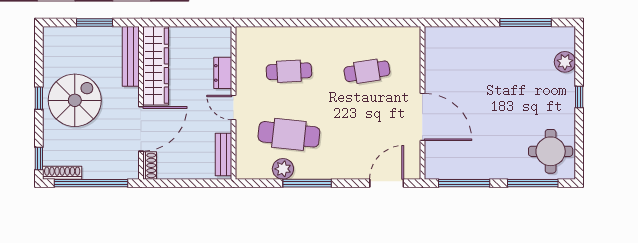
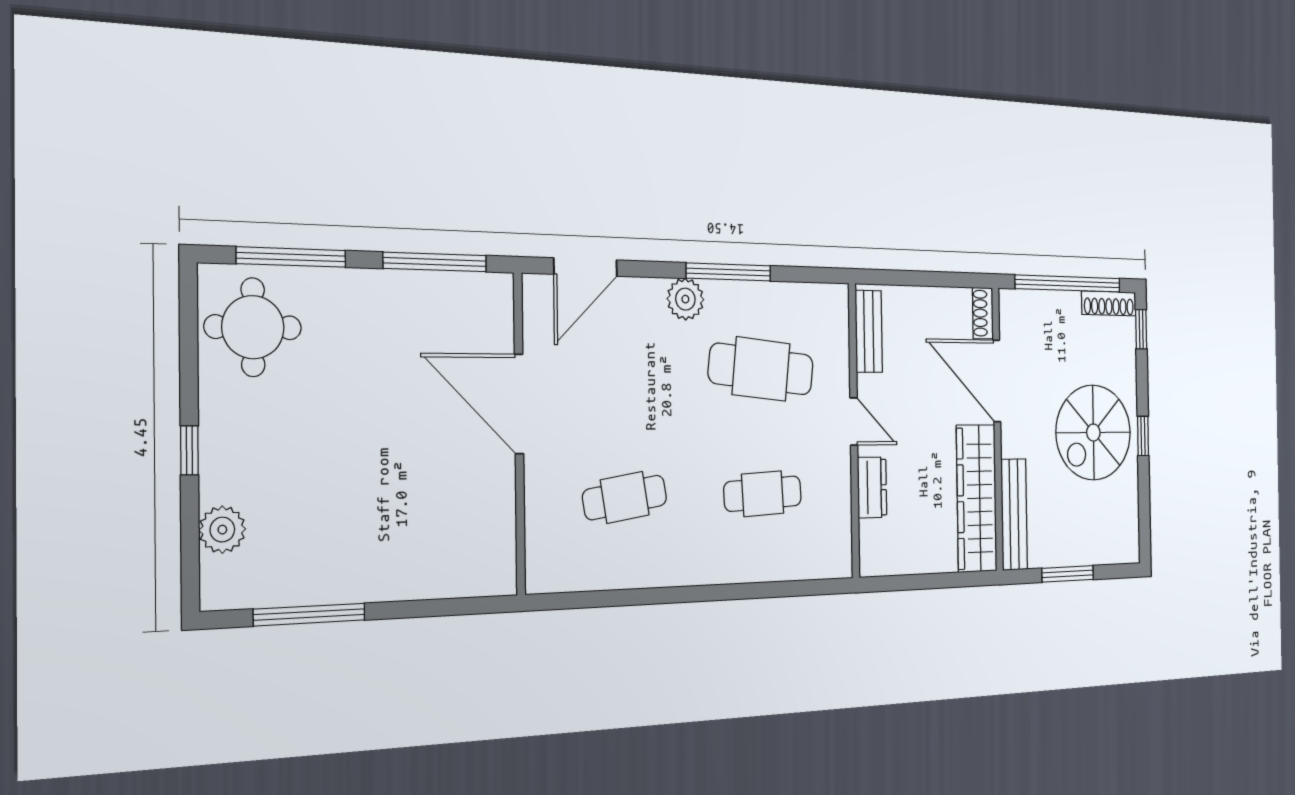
door: (141, 129) -> (997, 381), hinge flipped
plant: (283, 169) -> (685, 299), moved

